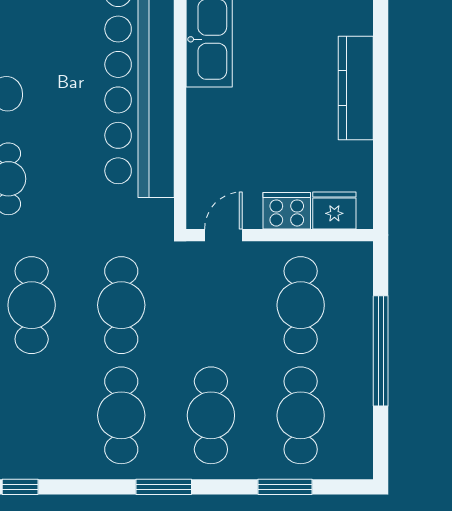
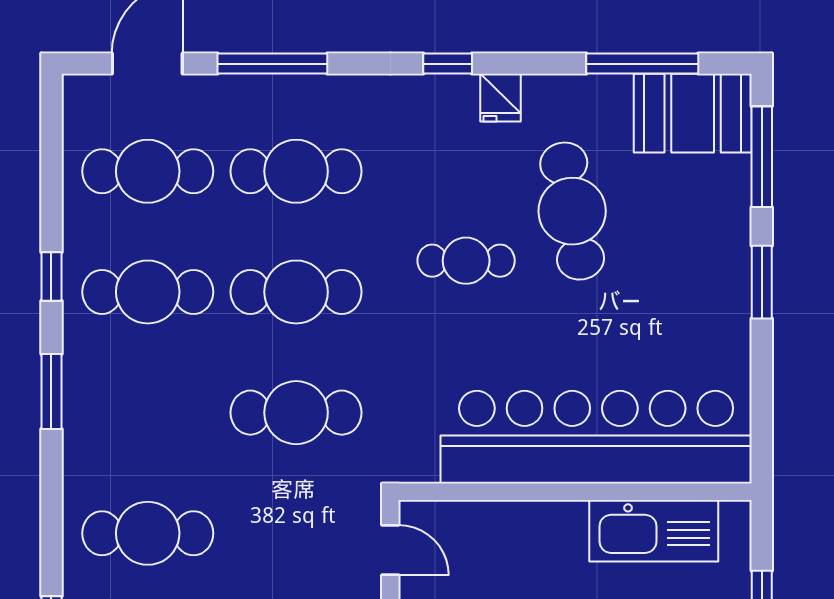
cafe table: (121, 415) -> (148, 292), moved
window: (164, 487) -> (51, 391), moved

